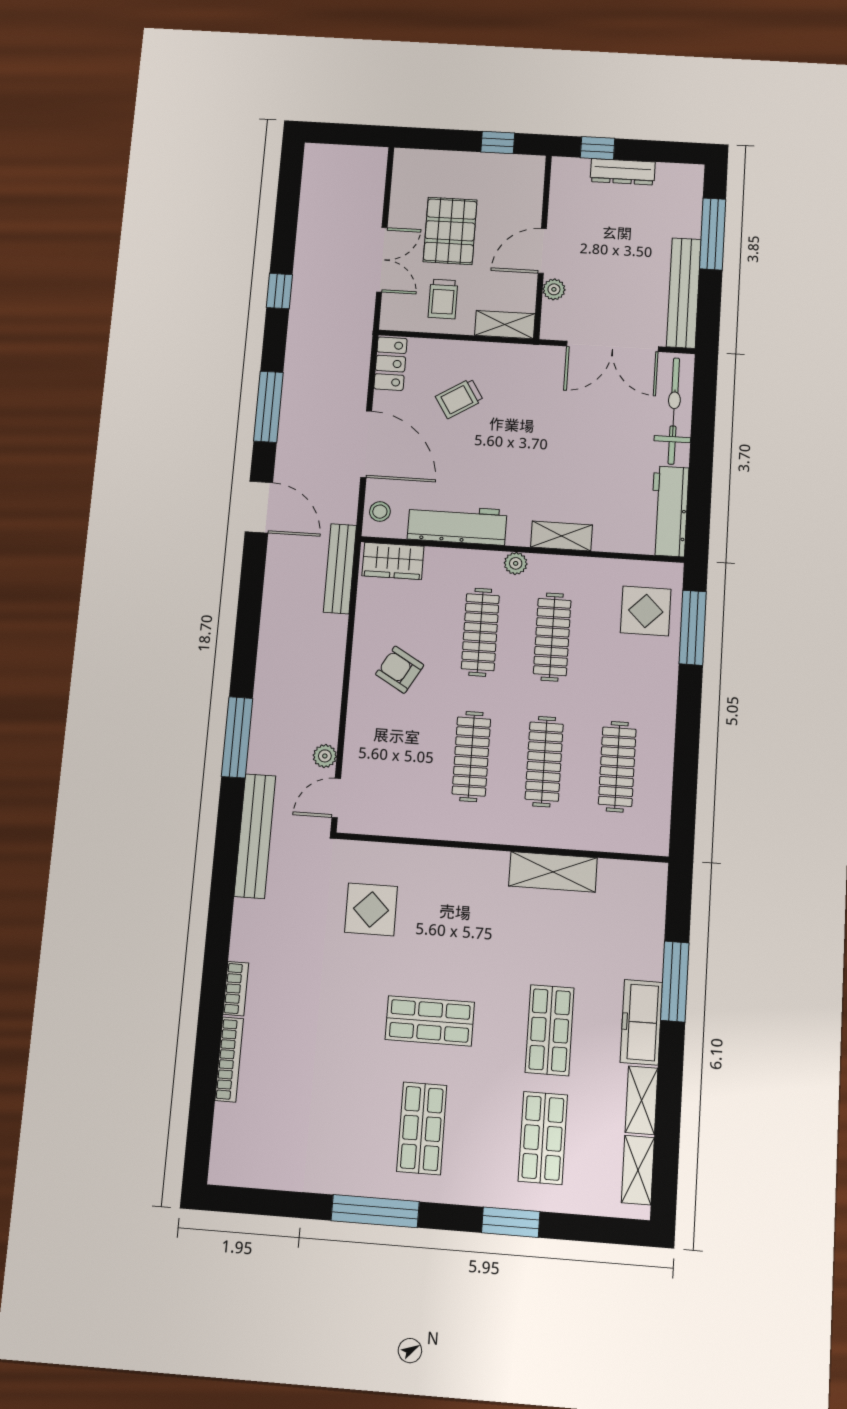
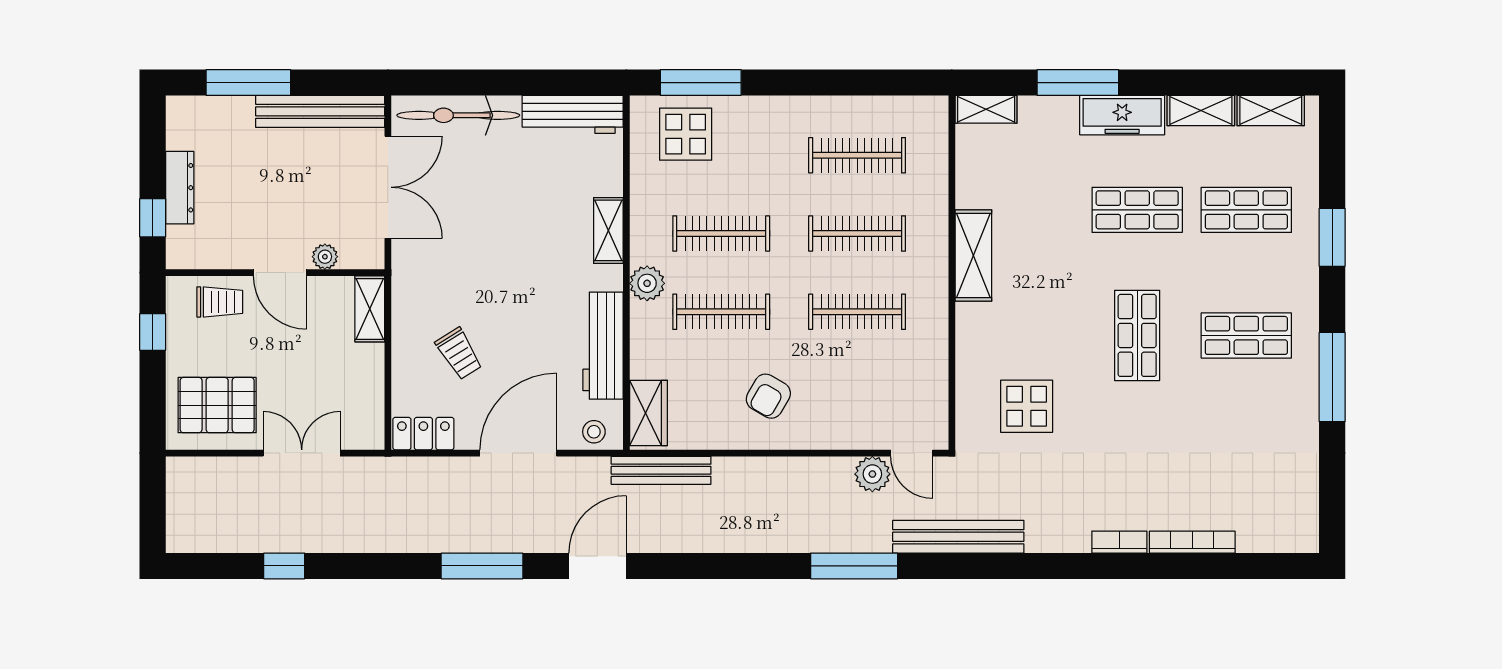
pallet: (450, 231) -> (217, 405), moved
window: (279, 291) -> (284, 566), moved
trolley: (443, 299) -> (220, 302), moved
plant: (516, 563) -> (647, 283), width x1.38, depth x1.38
plant: (325, 756) -> (872, 474), width x1.38, depth x1.38
shelving: (553, 872) -> (973, 256), moved
shelving: (654, 891) -> (986, 109), added

